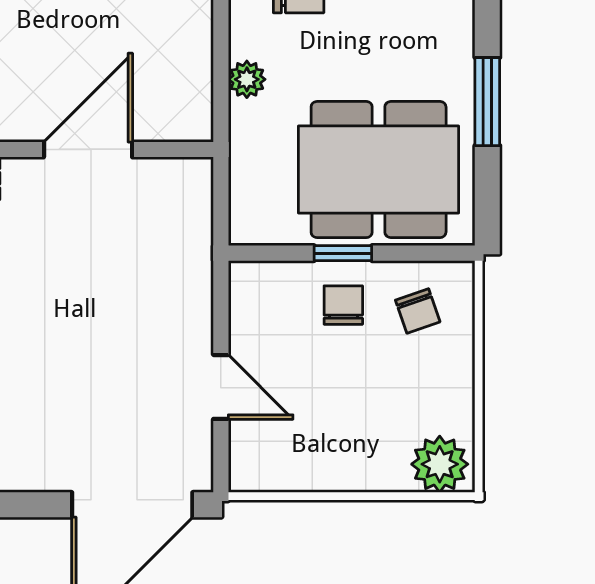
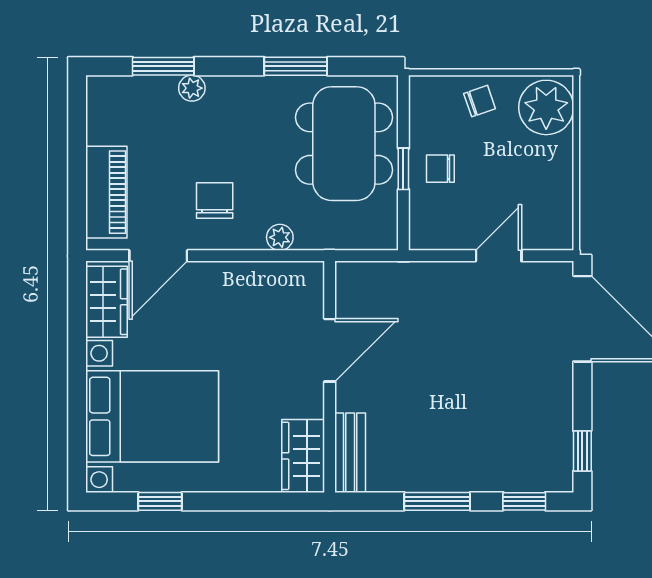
door: (88, 149) -> (330, 350), swing flipped
chair: (418, 311) -> (480, 101), moved
plant: (440, 464) -> (546, 107), width x1.36, depth x1.36

